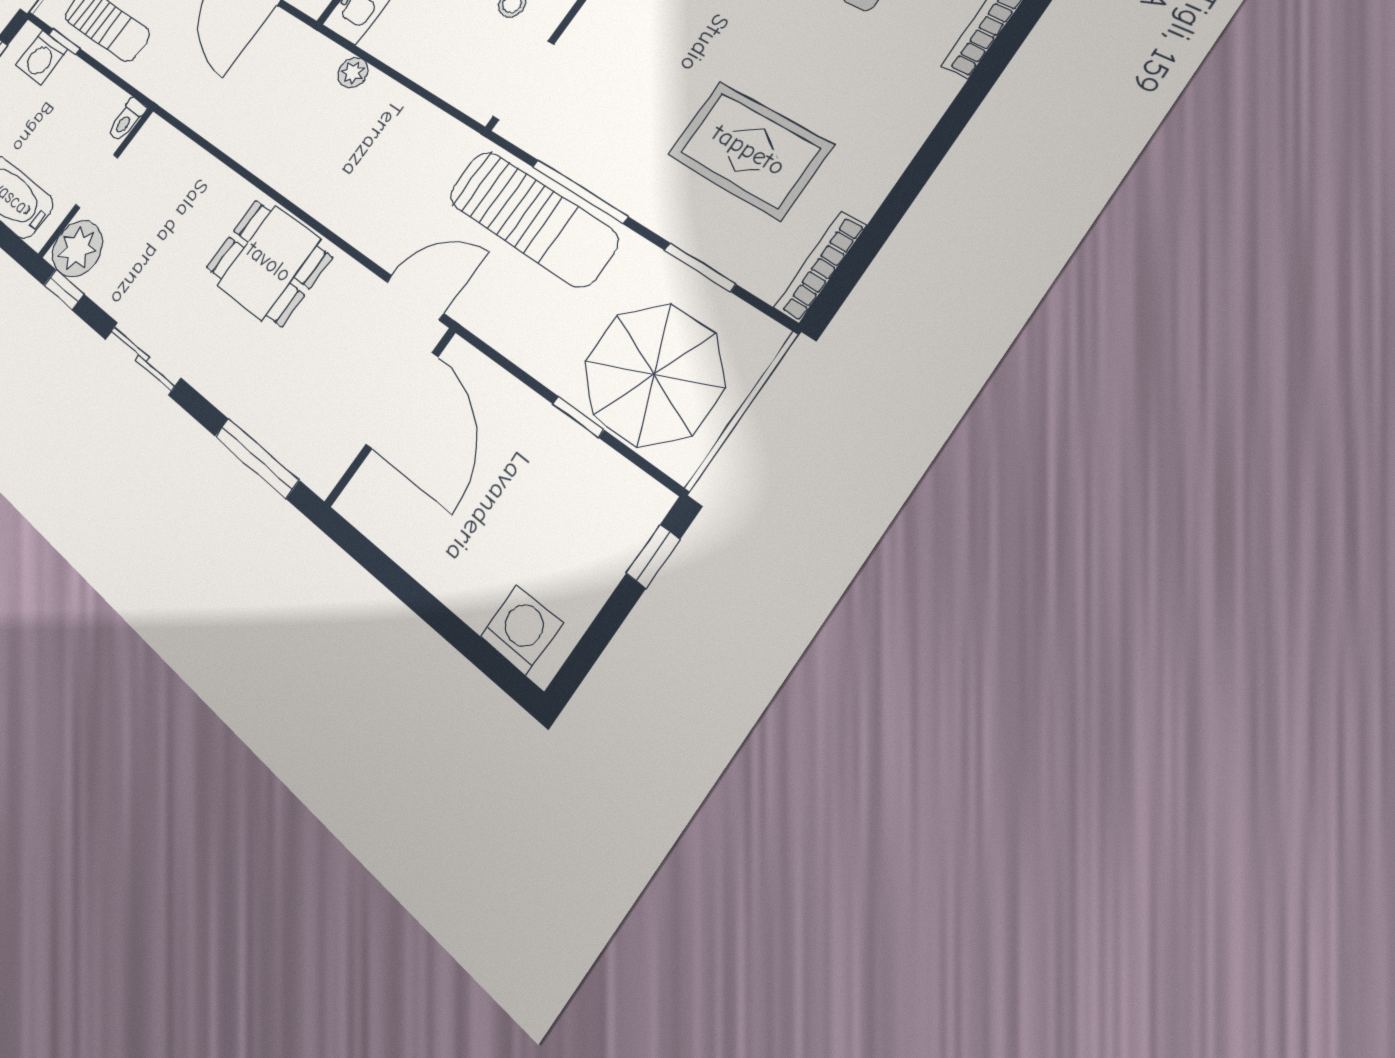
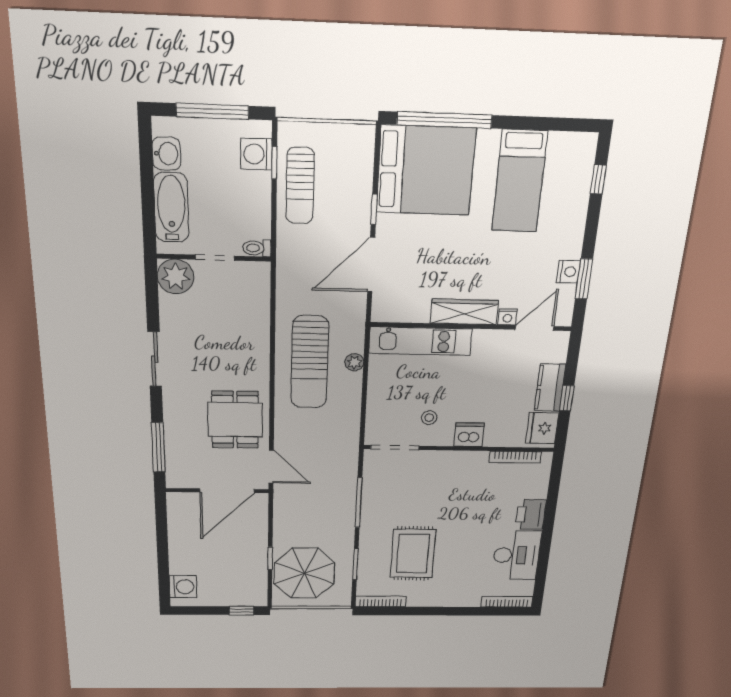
sun lounger: (532, 218) -> (310, 362), moved
dining table: (269, 262) -> (235, 420), moved
window: (64, 290) -> (152, 286), removed

